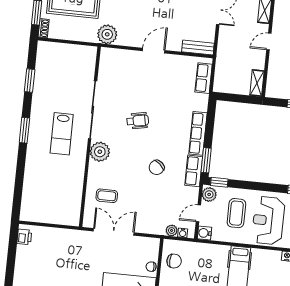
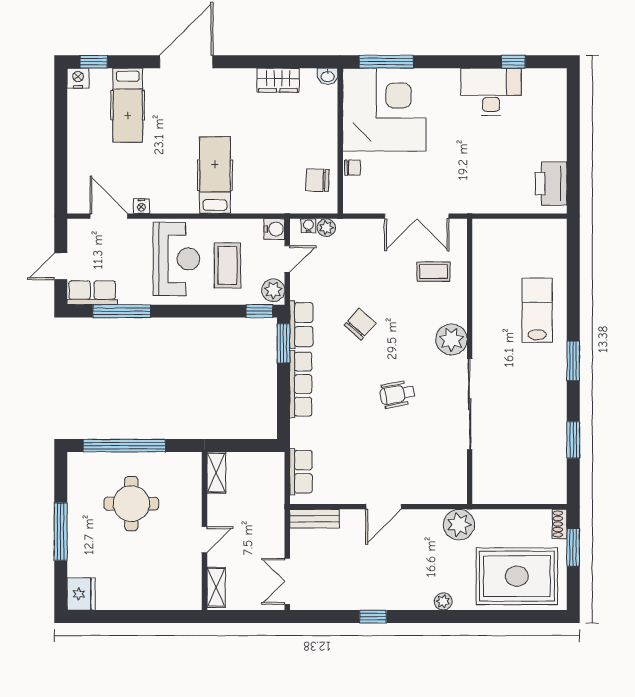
lab bench: (62, 134) -> (537, 310), moved
printer: (24, 237) -> (551, 184), width x1.87, depth x1.48

